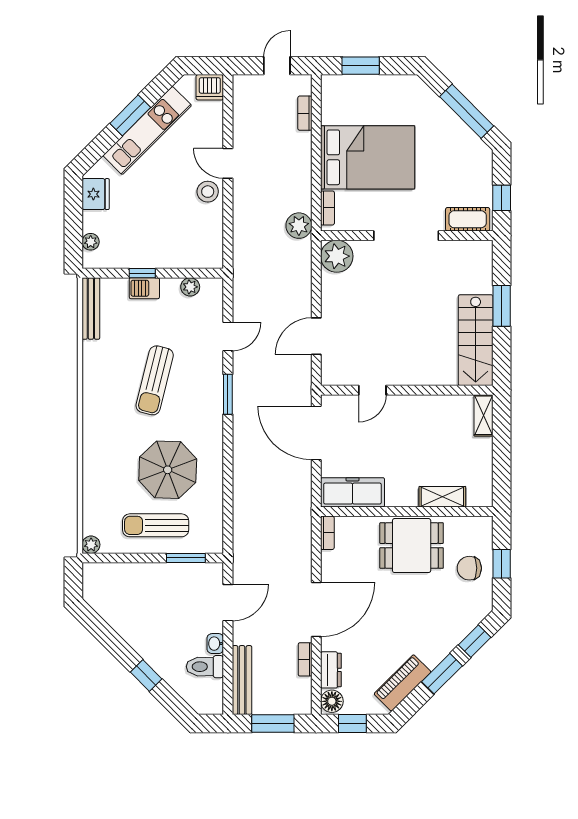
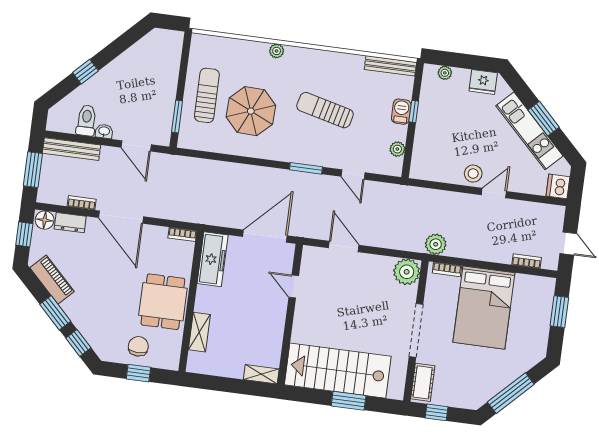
stairs: (476, 340) -> (338, 371), width x1.36, depth x1.51
plant: (91, 545) -> (277, 51), moved

